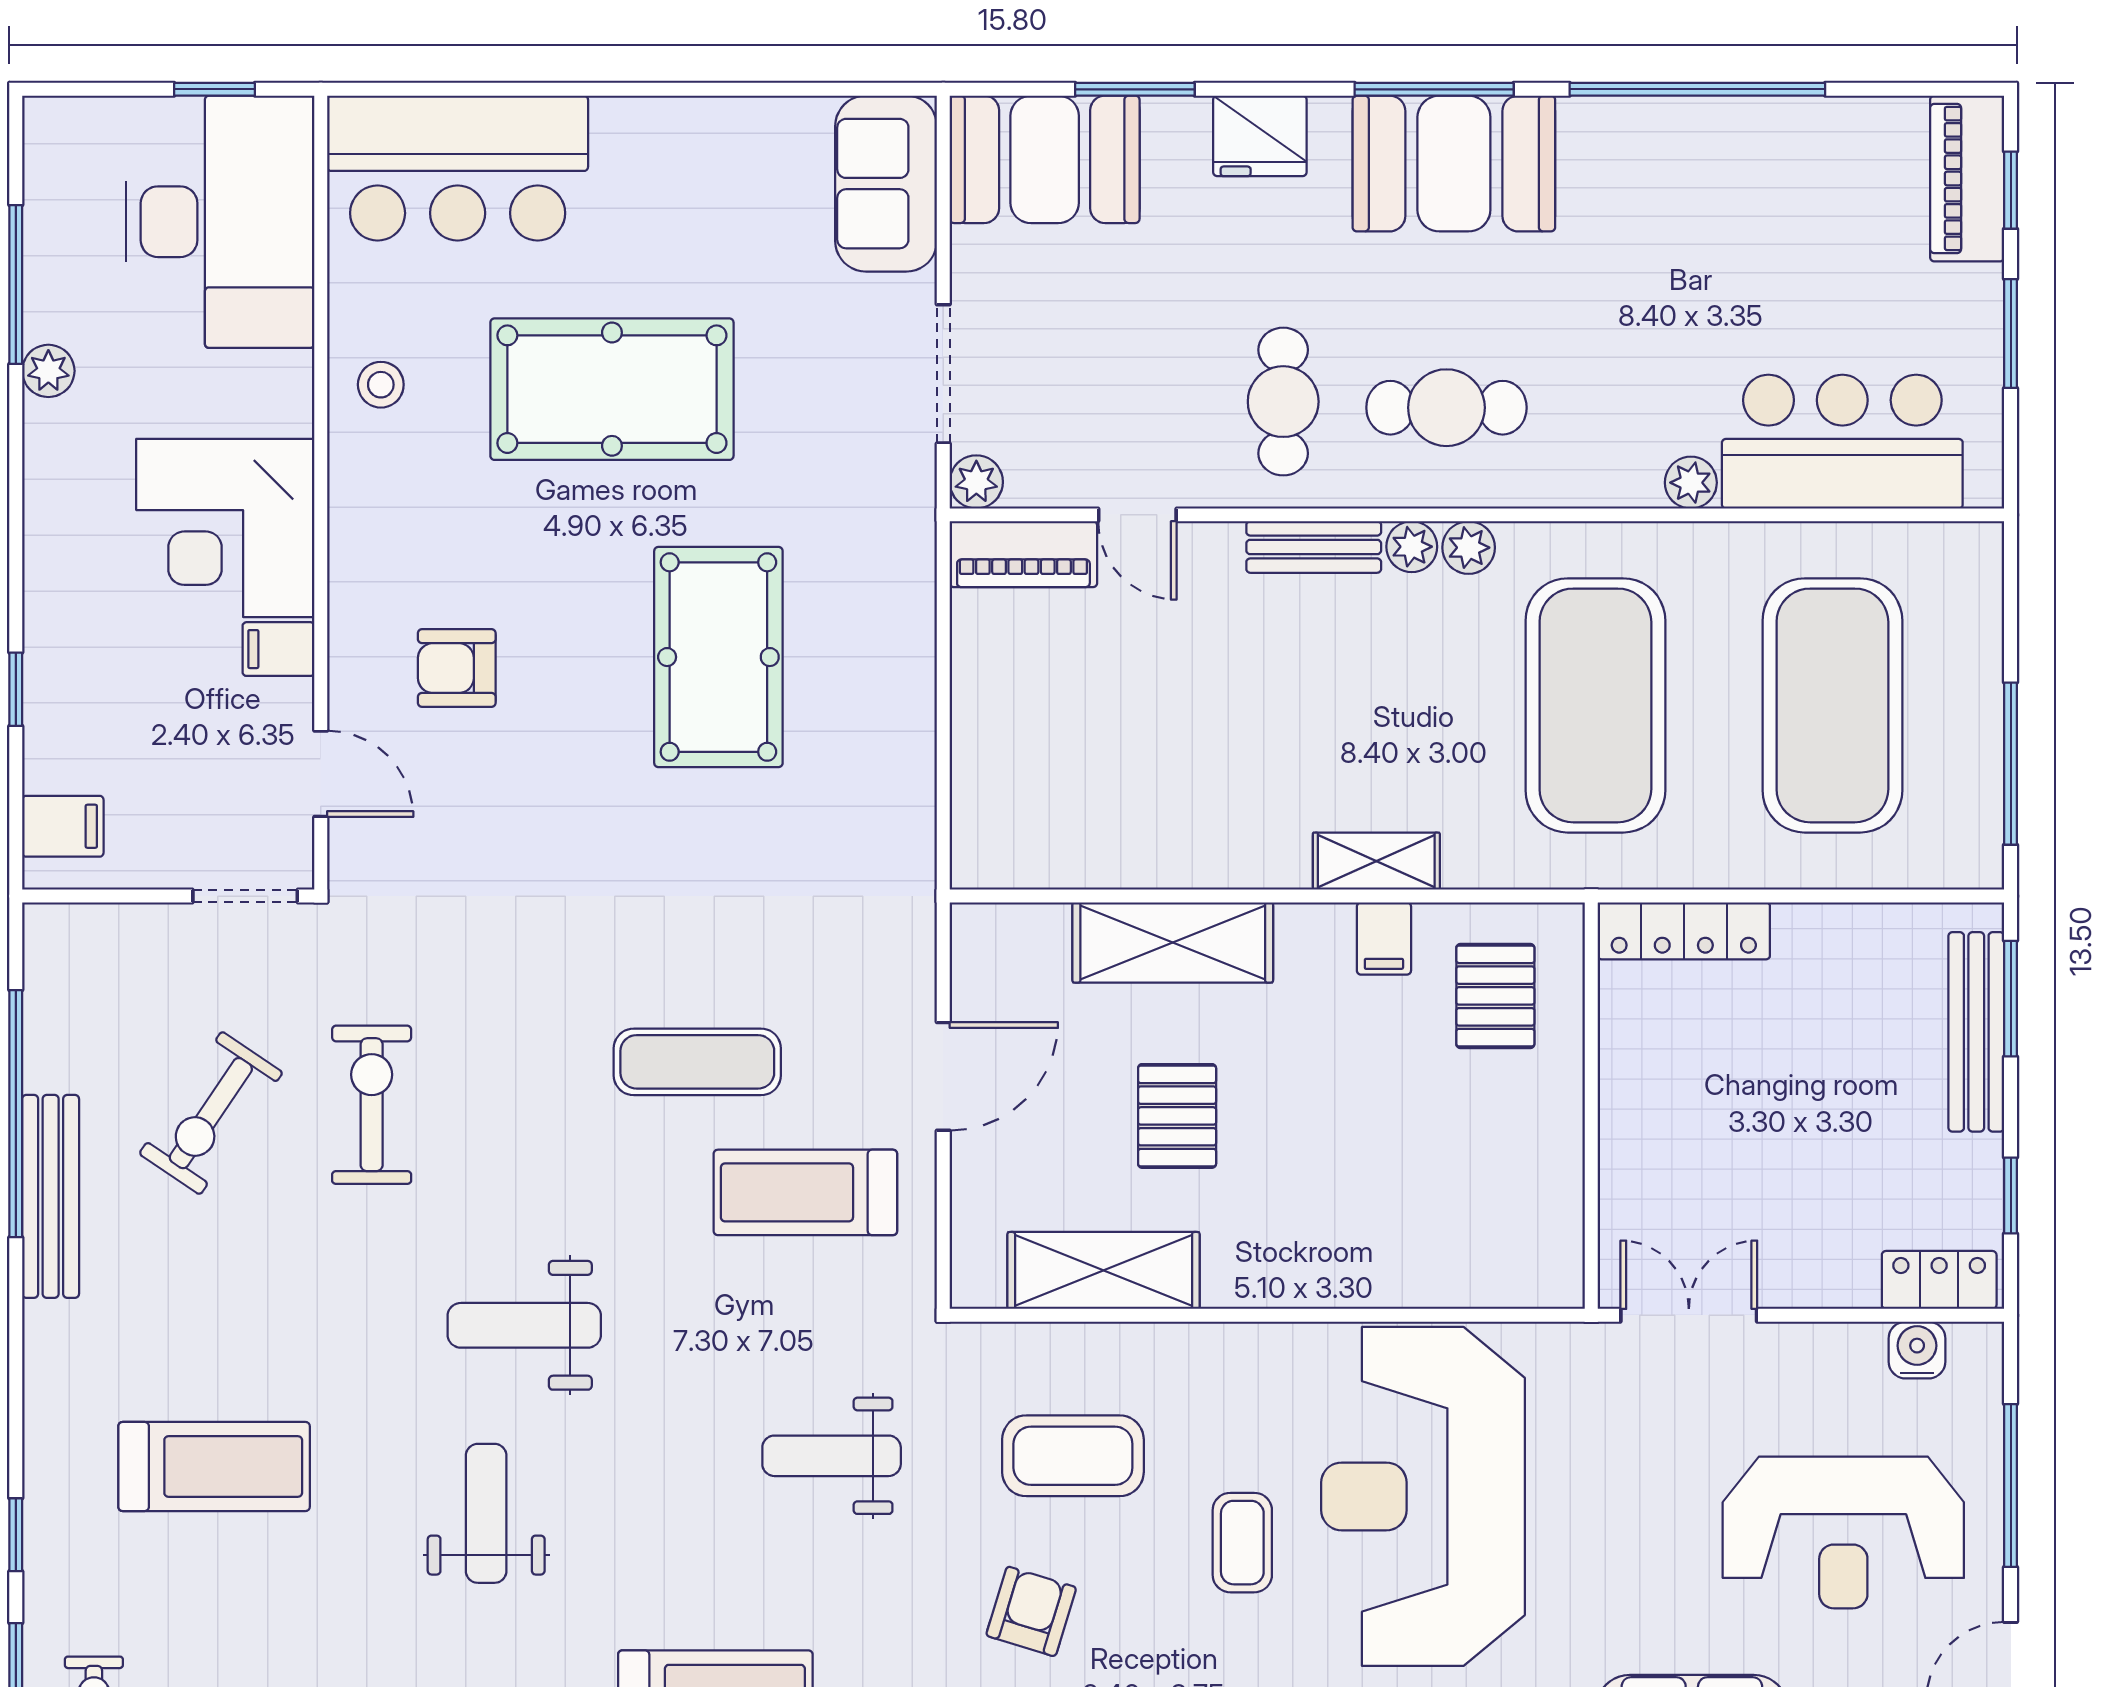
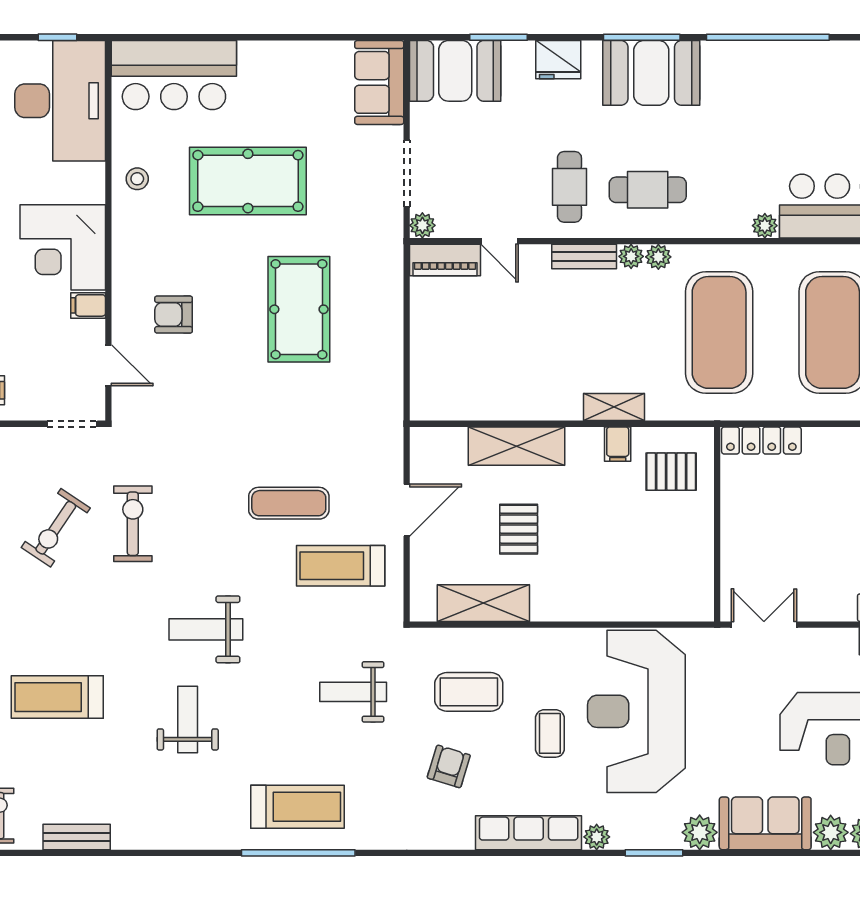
pallet: (1495, 996) -> (671, 472), turned 90
treadmill: (214, 1466) -> (57, 697), turned 180

